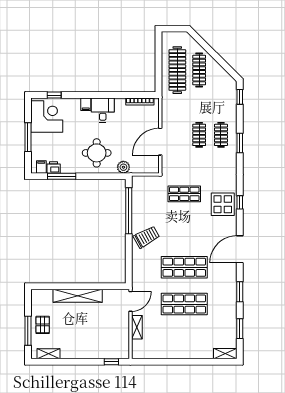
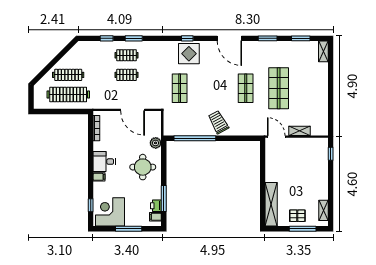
window: (240, 97) -> (107, 38), moved
shop shelf: (184, 267) -> (246, 88), width x0.70, depth x0.74
shelving: (78, 296) -> (271, 204), moved

